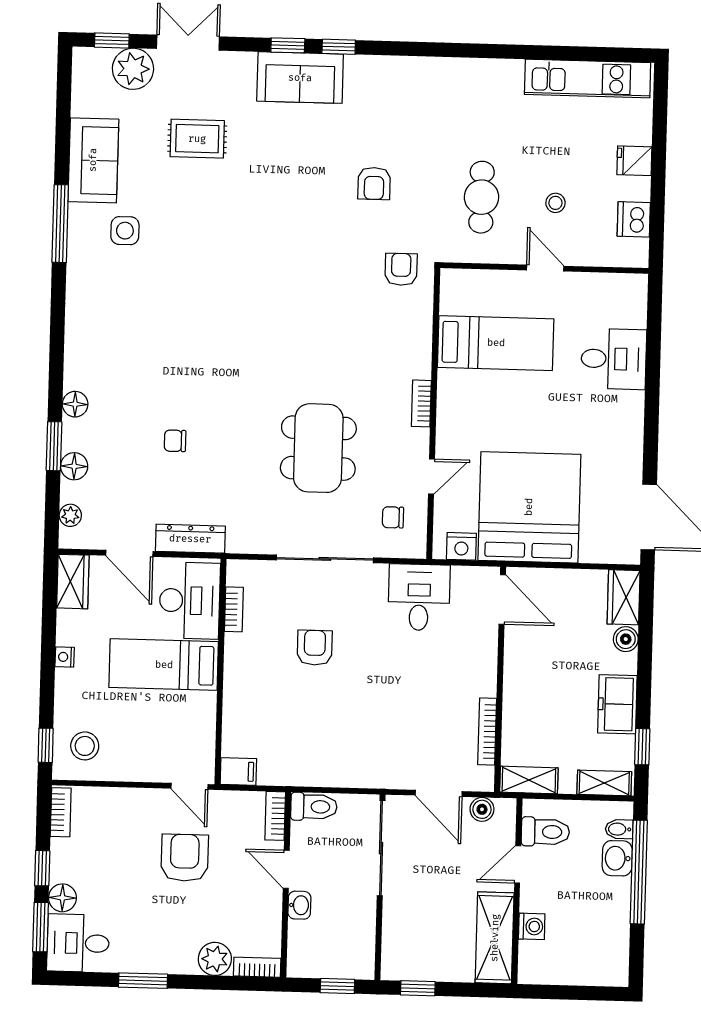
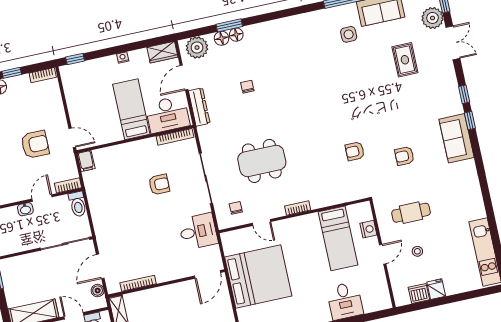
sofa: (300, 78) -> (457, 138), moved
fridge: (634, 161) -> (436, 289), moved
armchair: (401, 269) -> (355, 151), moved, turned 180
floor lamp: (75, 404) -> (236, 35), moved
plant: (70, 515) -> (197, 47), width x1.88, depth x1.88
nightstand: (461, 546) -> (368, 229), moved, turned 180
bookcase: (234, 609) -> (175, 137), width x1.56
stool: (85, 746) -> (80, 79), removed
door: (189, 786) -> (72, 138), swing flipped

